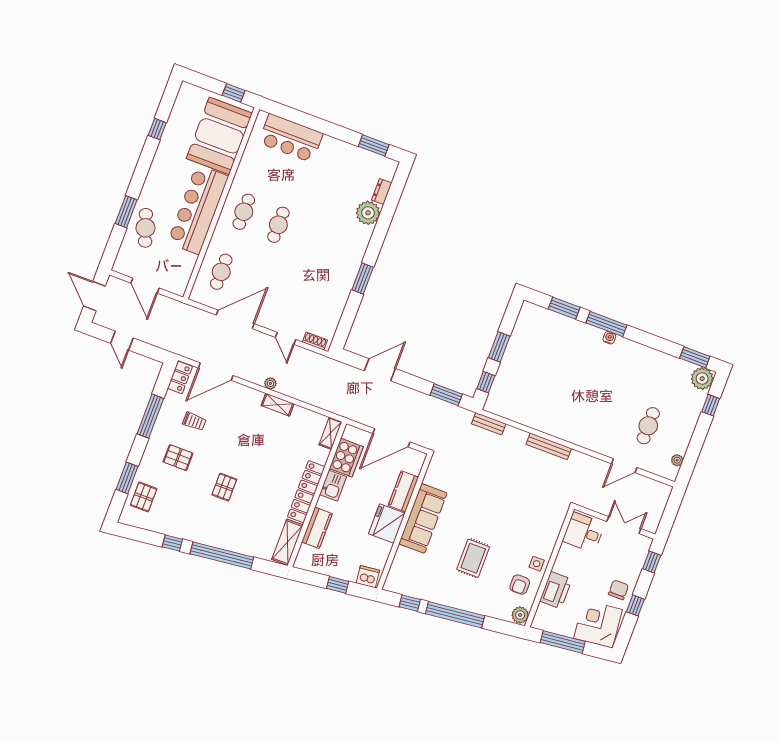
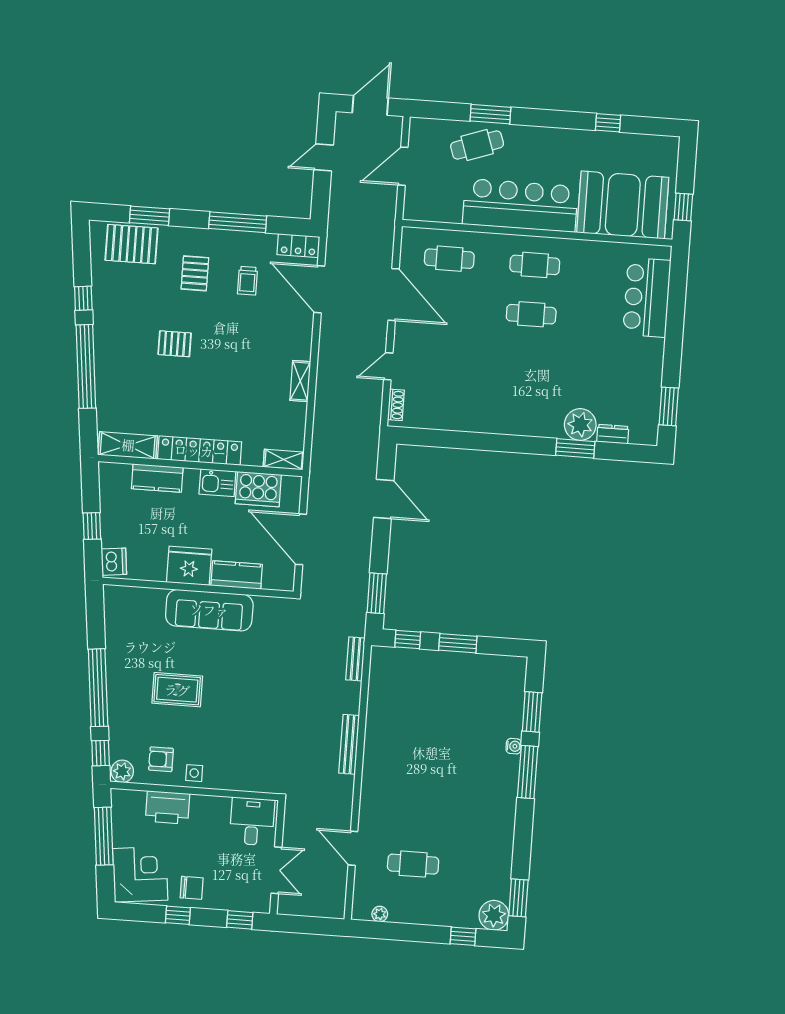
window: (363, 279) -> (575, 448), moved
water cooler: (609, 338) -> (514, 746), moved
plant: (270, 383) -> (325, 364), removed
pallet: (144, 497) -> (132, 244), width x1.50, depth x1.42
window: (410, 603) -> (101, 753), moved

